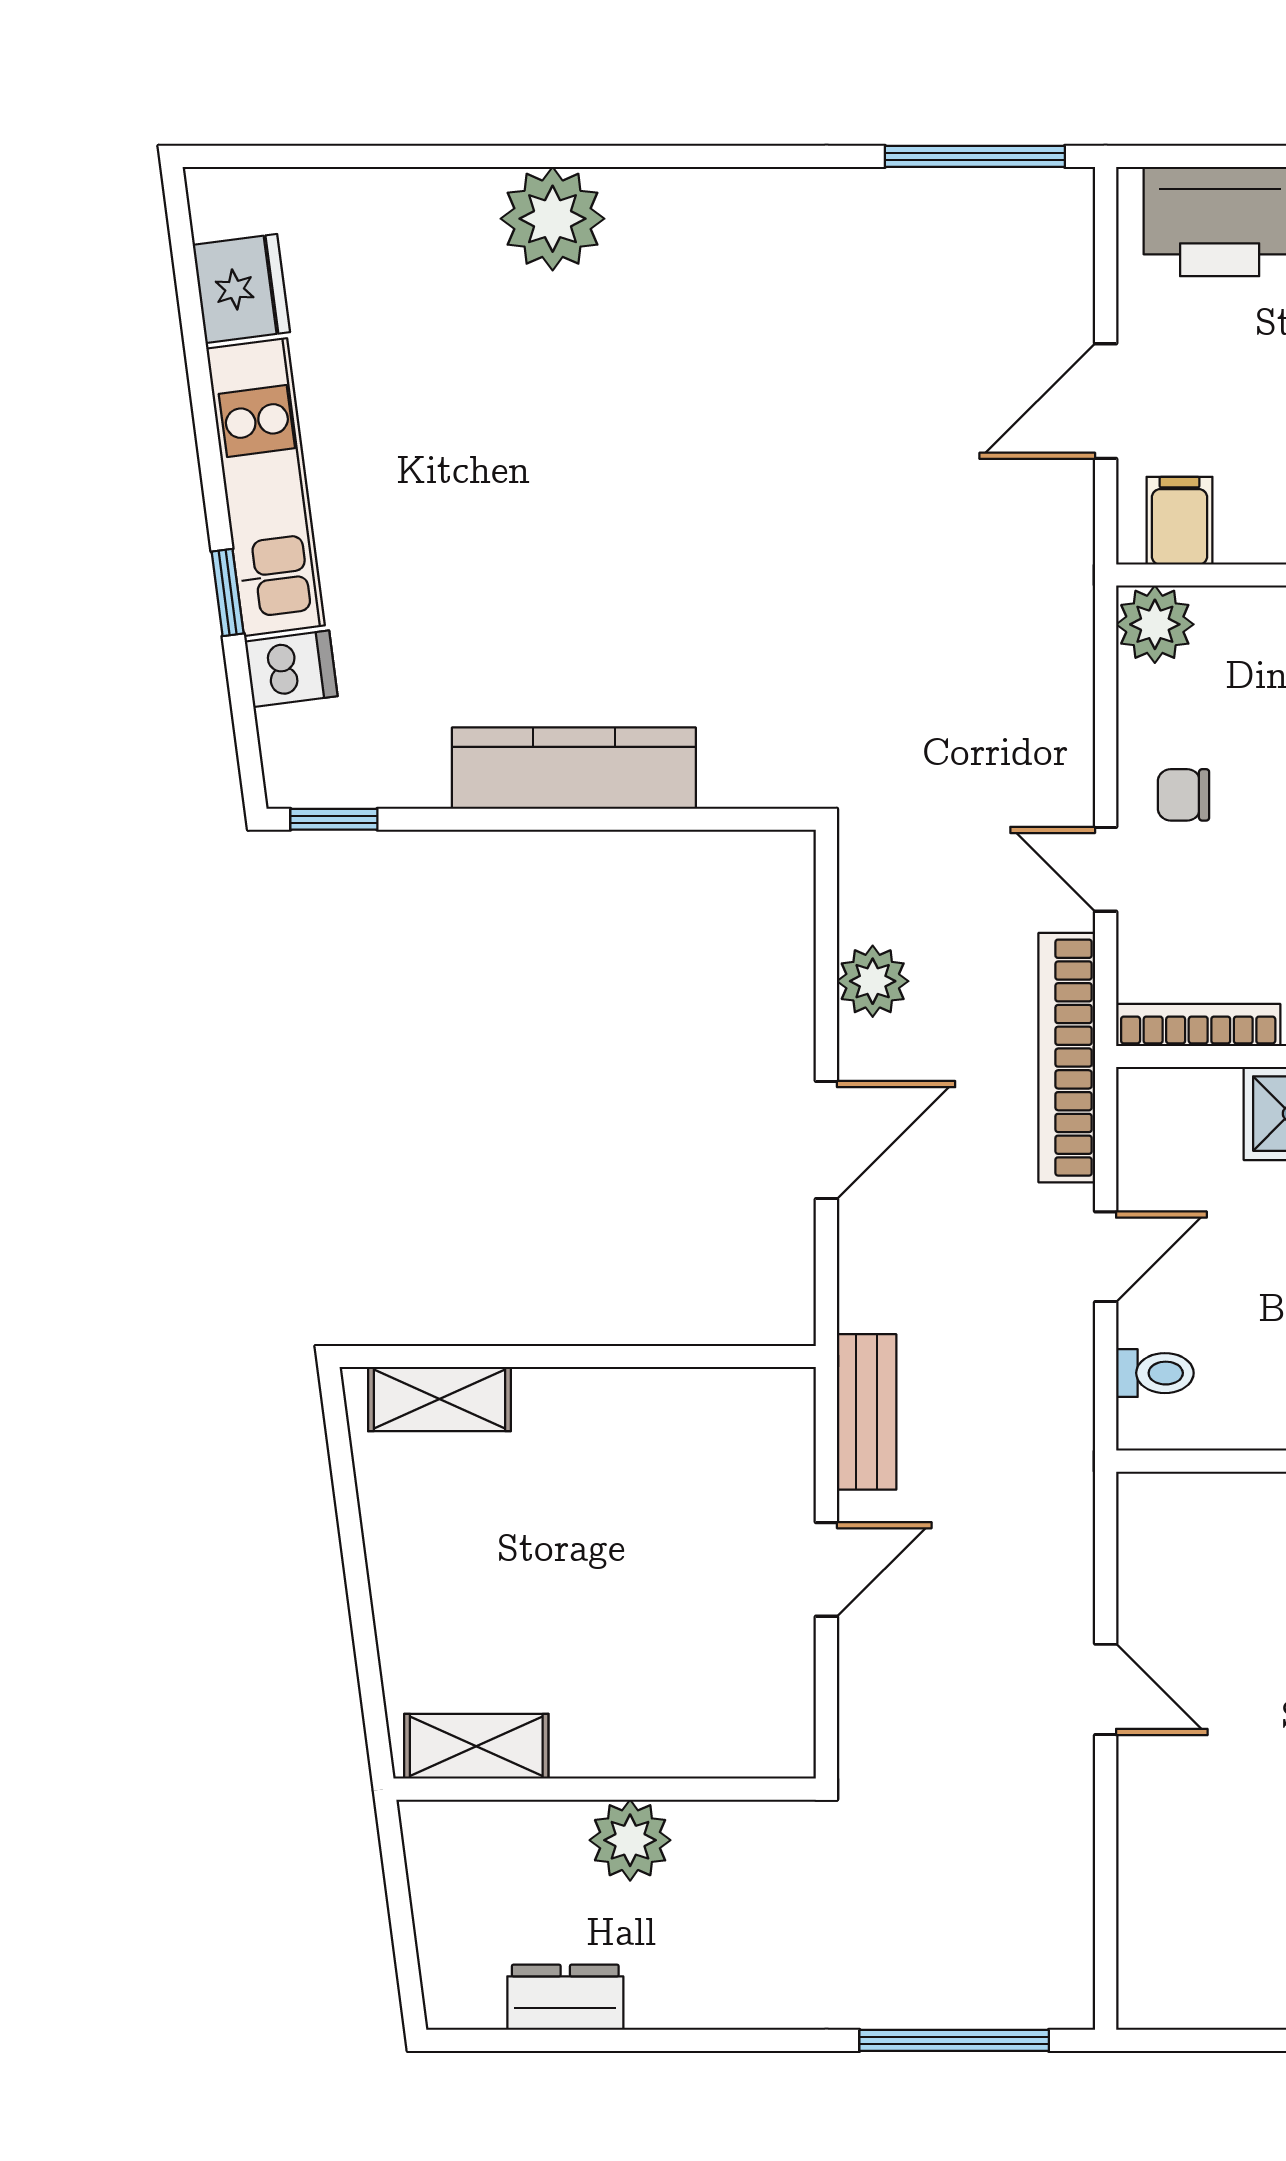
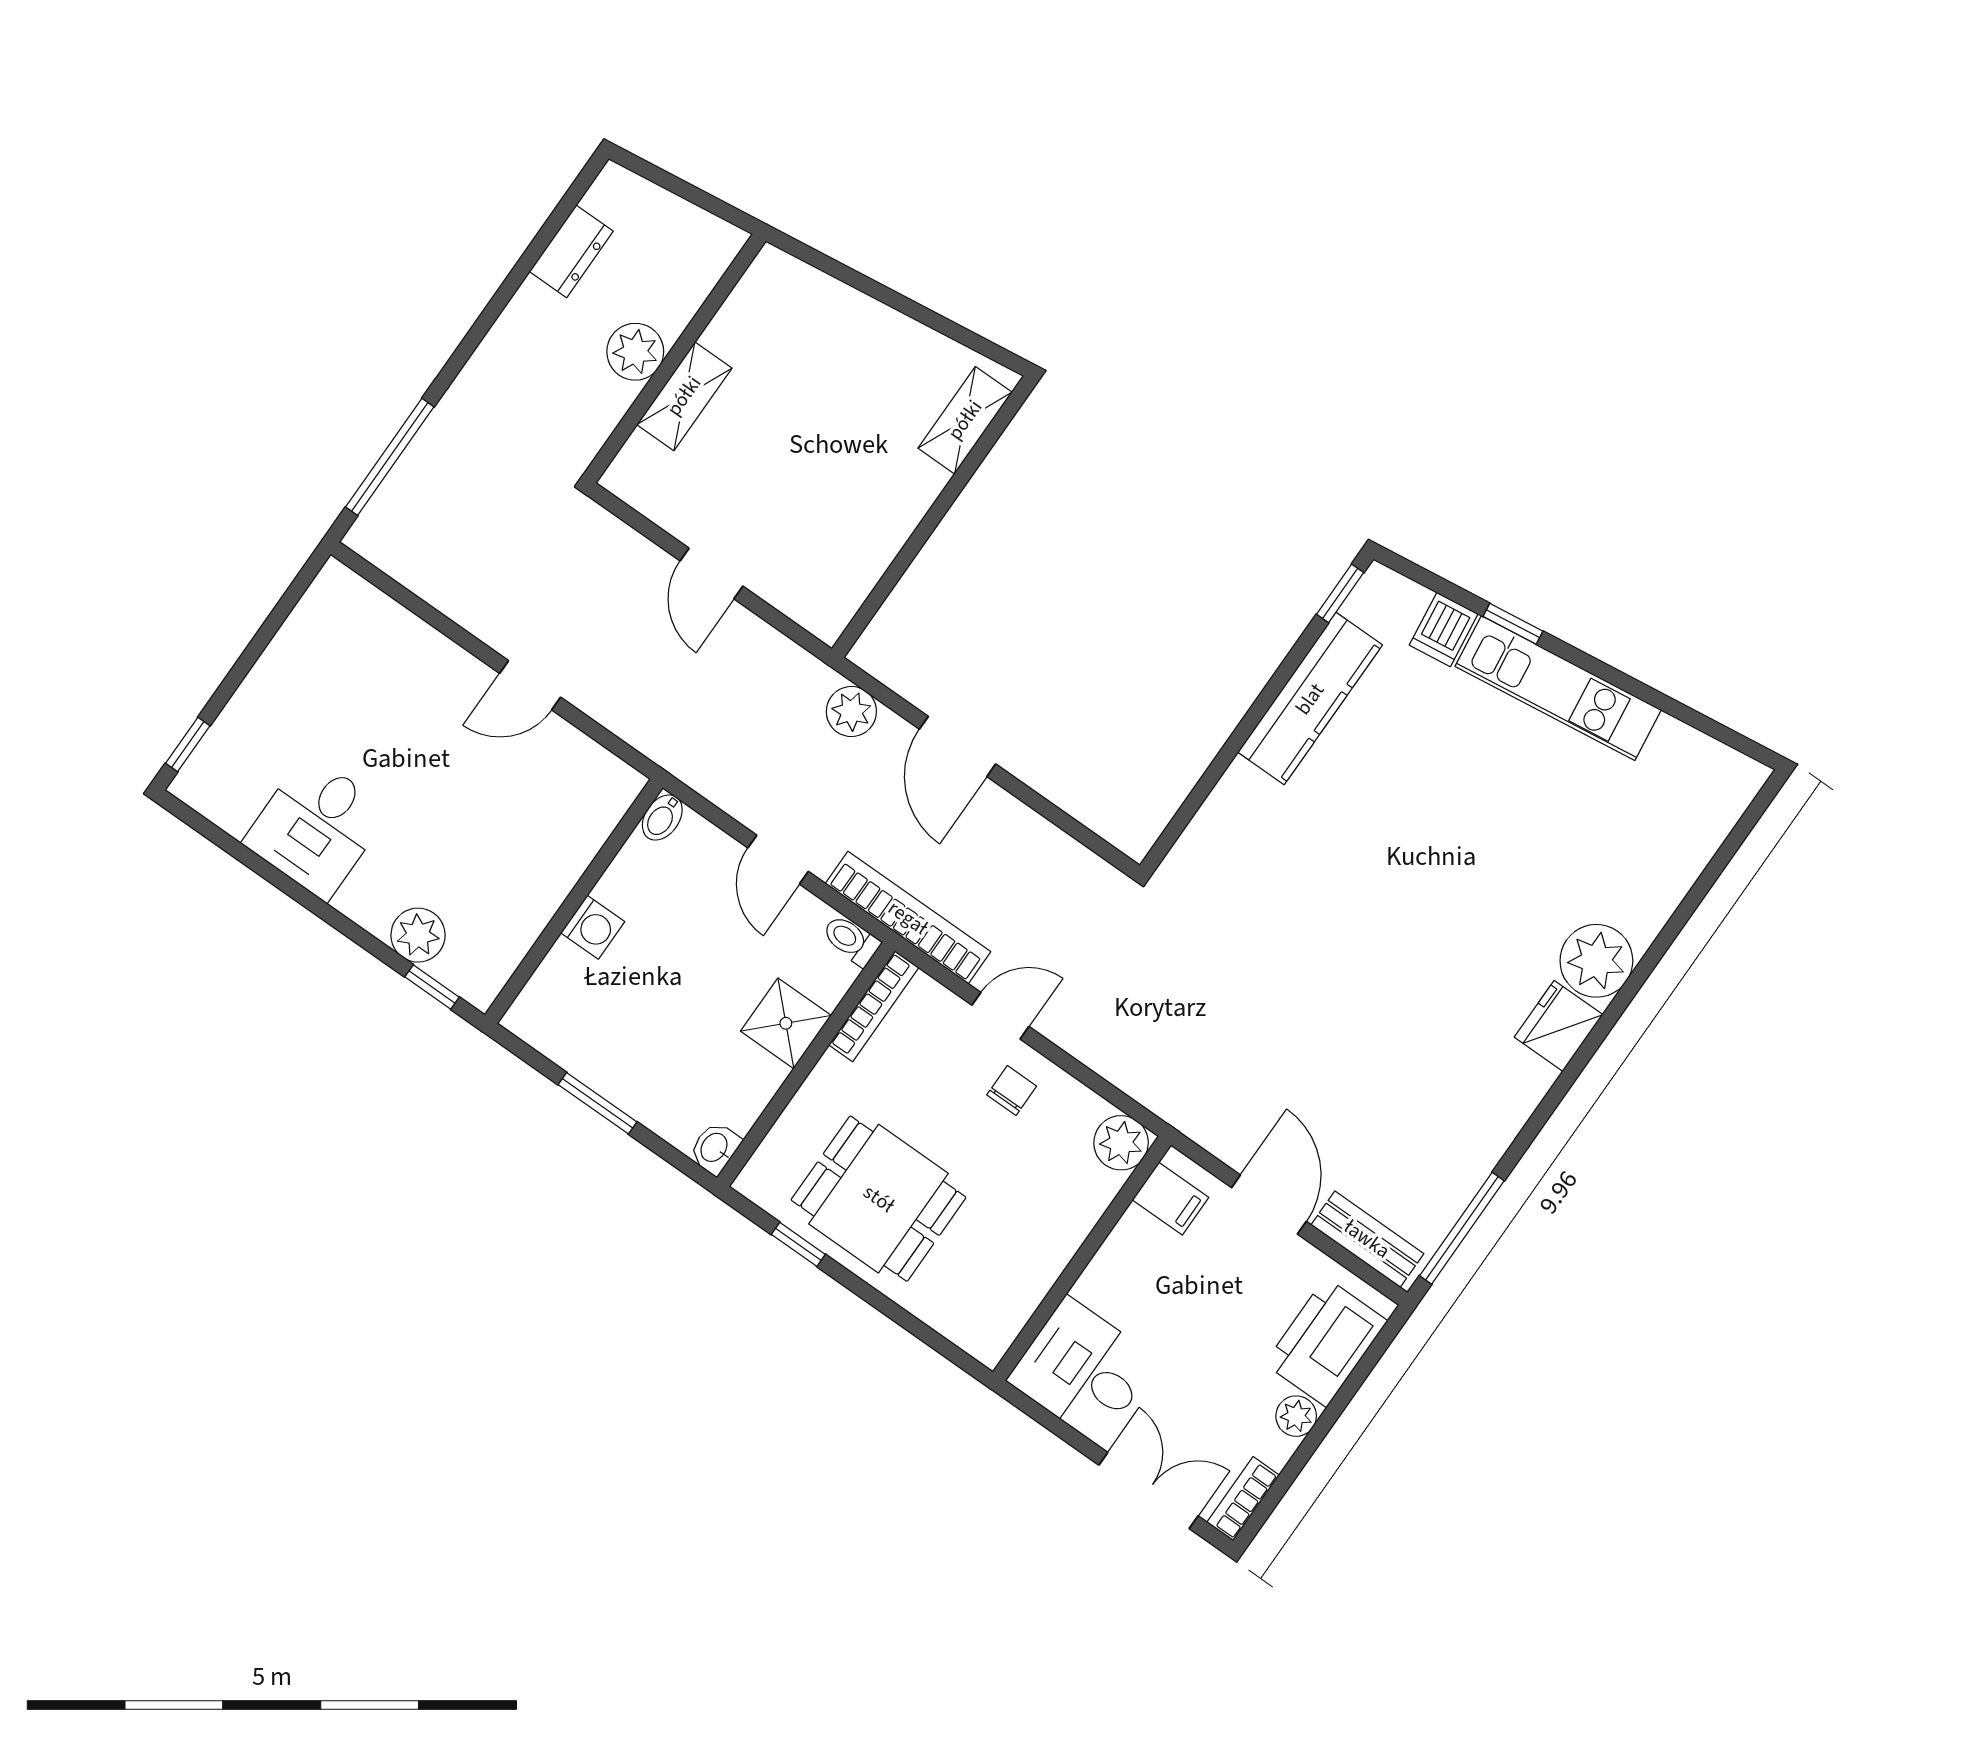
fridge: (241, 289) -> (1559, 1026), moved, turned 97
kitchen counter: (574, 768) -> (1310, 699), moved
plant: (873, 981) -> (851, 712), moved
toilet: (1155, 1373) -> (851, 940), moved, turned 90
bench: (867, 1412) -> (1367, 1239), moved
bidet: (1151, 1427) -> (662, 817), added
shelving: (476, 1746) -> (684, 396), moved

